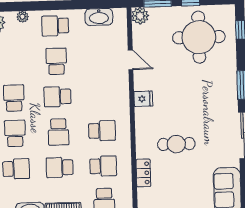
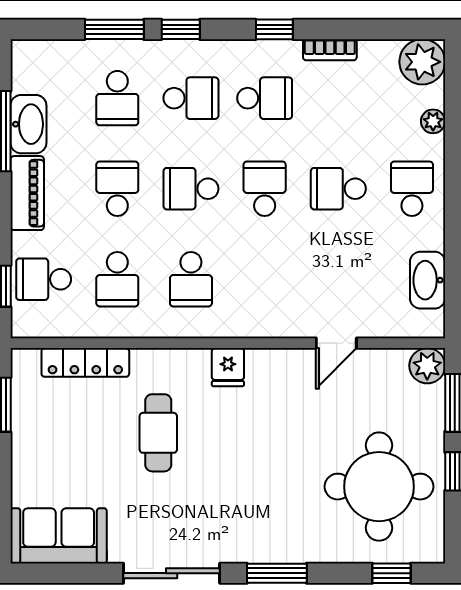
school desk: (56, 61) -> (338, 189), turned 180
fridge: (143, 99) -> (228, 367), moved
locker: (143, 173) -> (85, 362), width x1.53

